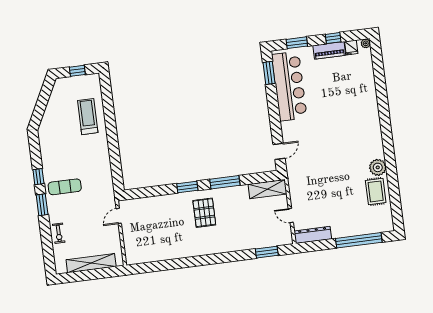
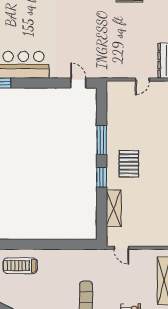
shelving: (267, 189) -> (114, 208), moved
pallet: (204, 213) -> (129, 164), turned 90

